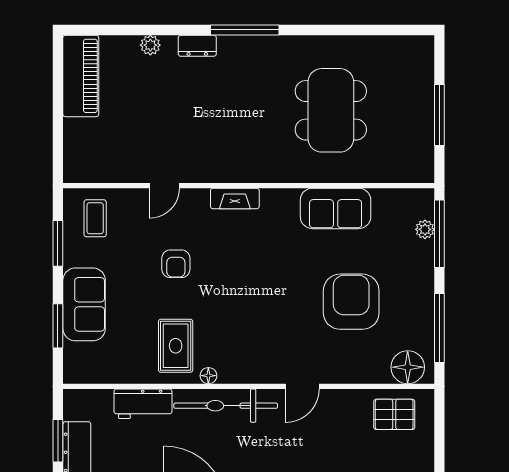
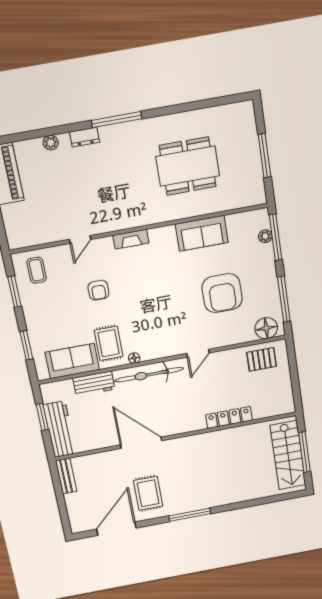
dining table: (331, 110) -> (188, 166), turned 90
armchair: (351, 302) -> (222, 293), turned 180
sofa: (84, 304) -> (72, 361), moved, turned -90

